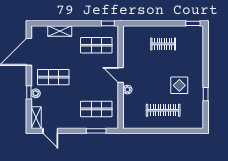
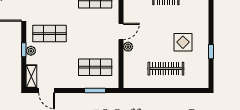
door: (121, 75) -> (121, 31), swing flipped

